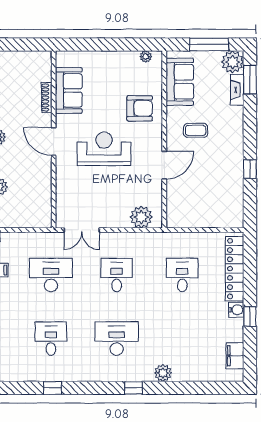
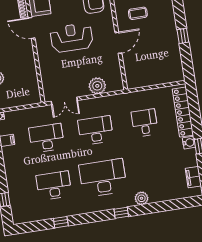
door: (54, 142) -> (32, 28), moved
plant: (141, 217) -> (97, 86), moved
desk: (117, 275) -> (96, 130), width x1.37
desk: (51, 339) -> (54, 186), width x1.37
desk: (117, 339) -> (103, 178), width x1.36, depth x1.30

